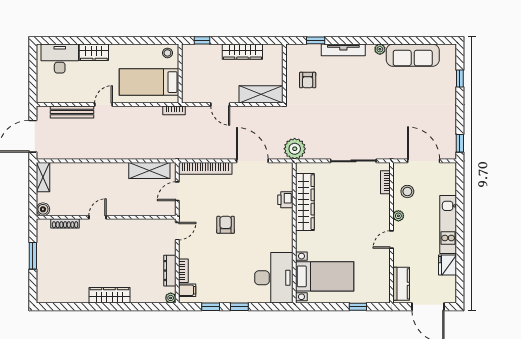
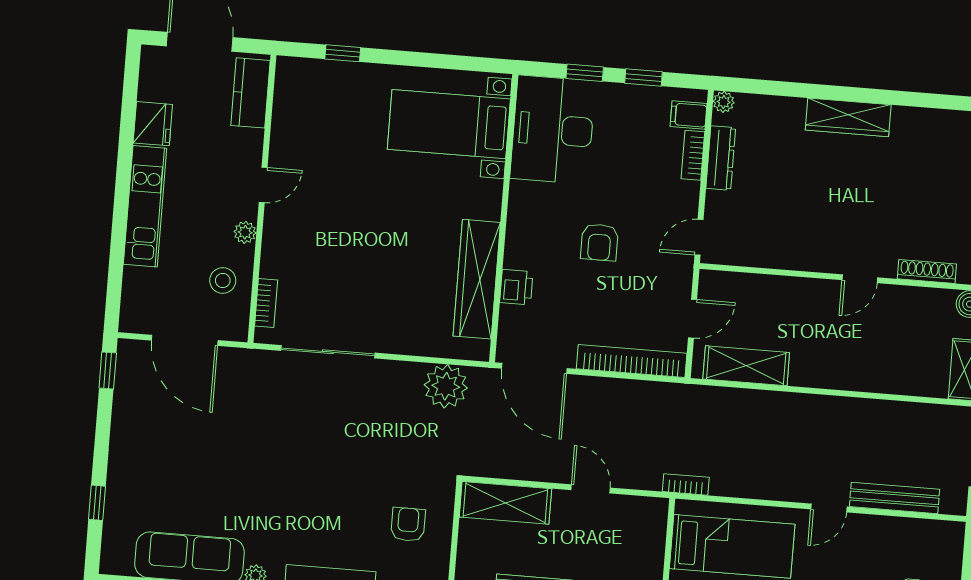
printer: (285, 200) -> (516, 287), moved
wardrobe: (305, 202) -> (477, 279), moved
wall: (294, 233) -> (504, 218), moved
bed with nightstands: (325, 276) -> (449, 124), moved
desk: (274, 278) -> (553, 130), moved

